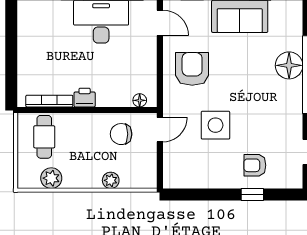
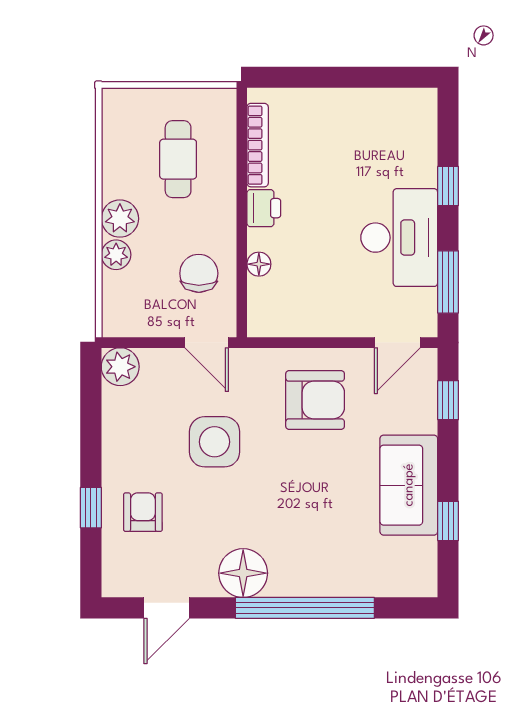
floor lamp: (289, 65) -> (243, 573), moved
floor lamp: (140, 100) -> (259, 264), moved
cafe table: (44, 137) -> (178, 159), moved, turned 90
plant: (51, 178) -> (120, 219), moved
plant: (173, 178) -> (120, 367), added

